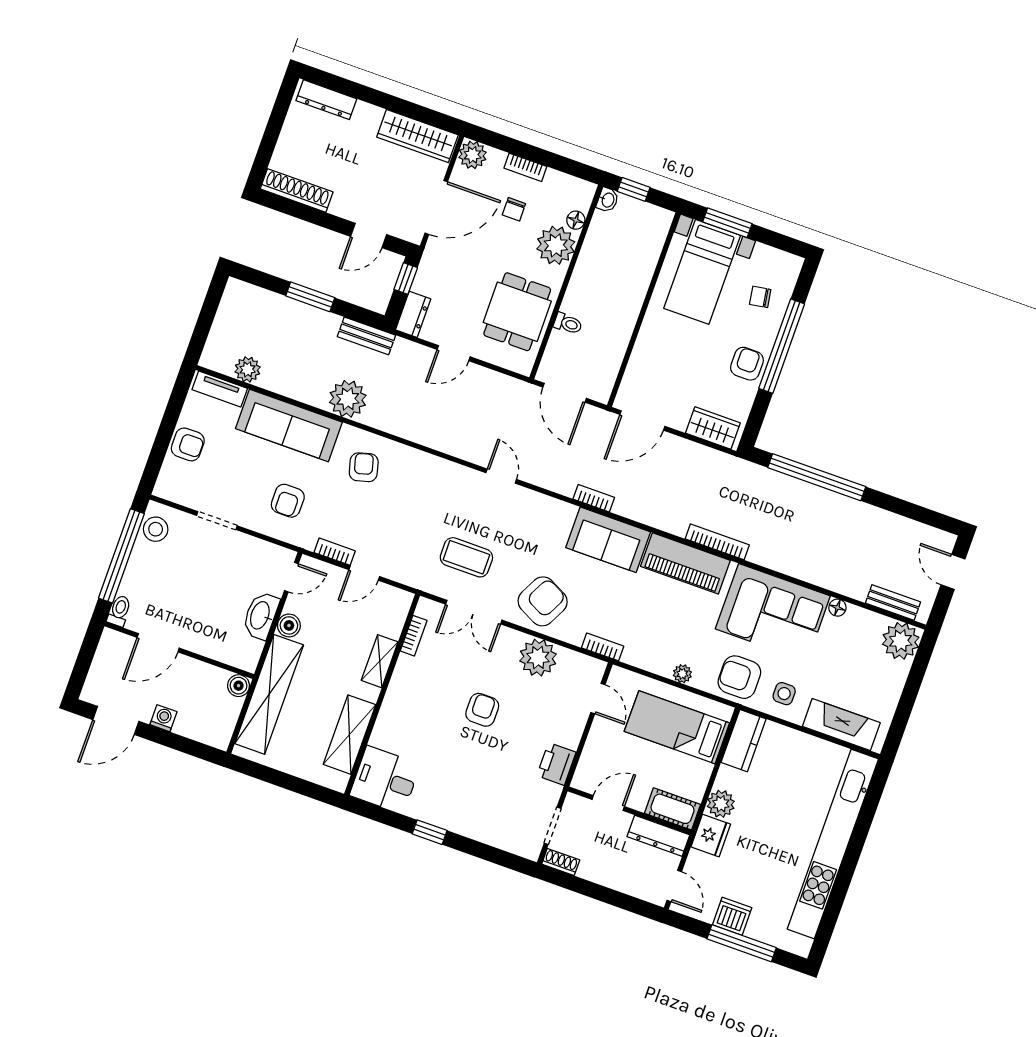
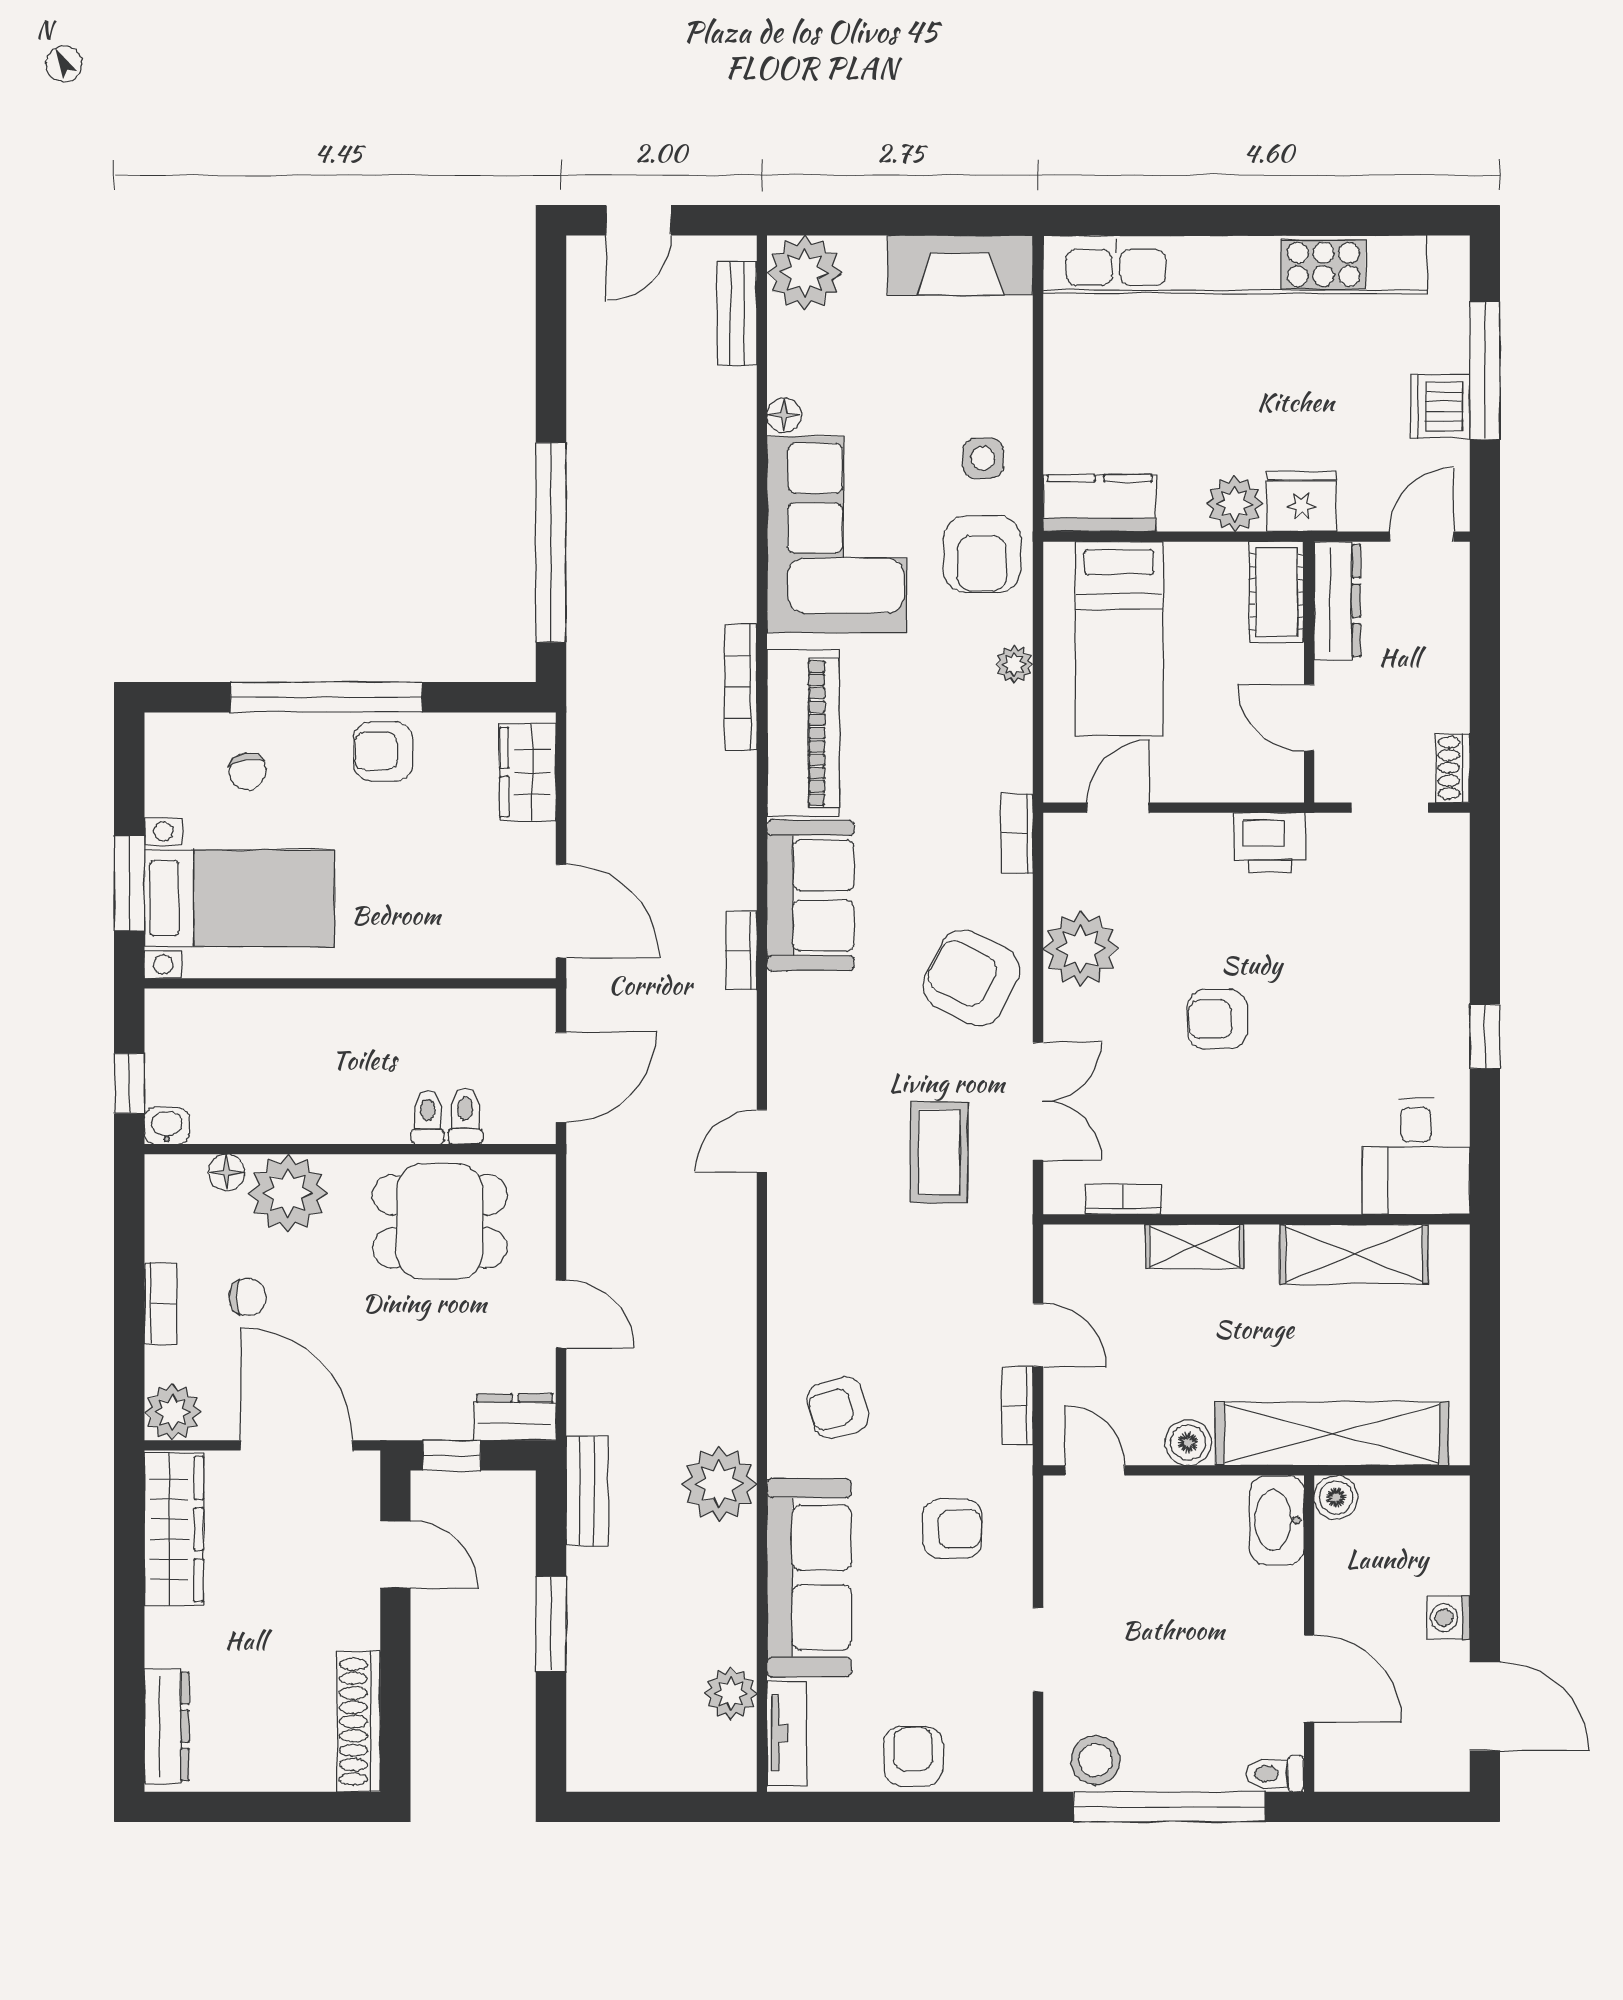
toilet: (562, 341) -> (465, 1116), added
washbasin: (261, 616) -> (1277, 1520), moved, turned 90
fireplace: (841, 725) -> (960, 265), moved, turned -90

